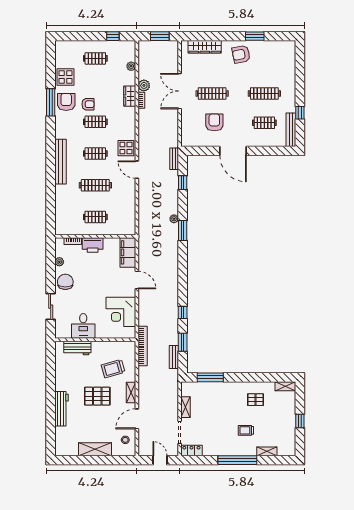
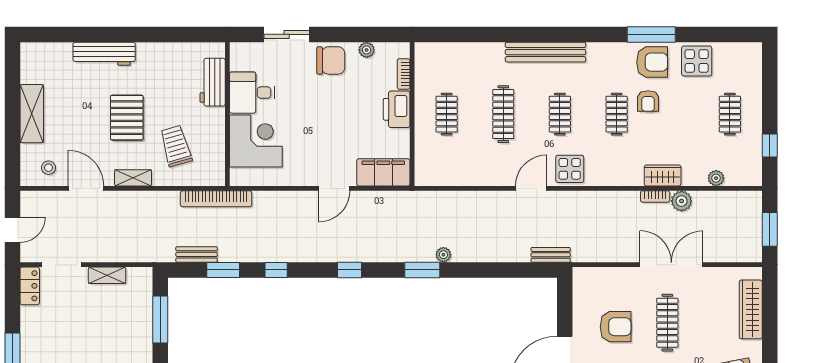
window: (183, 183) -> (349, 270), moved
corner desk: (121, 312) -> (256, 141), moved, turned 90

